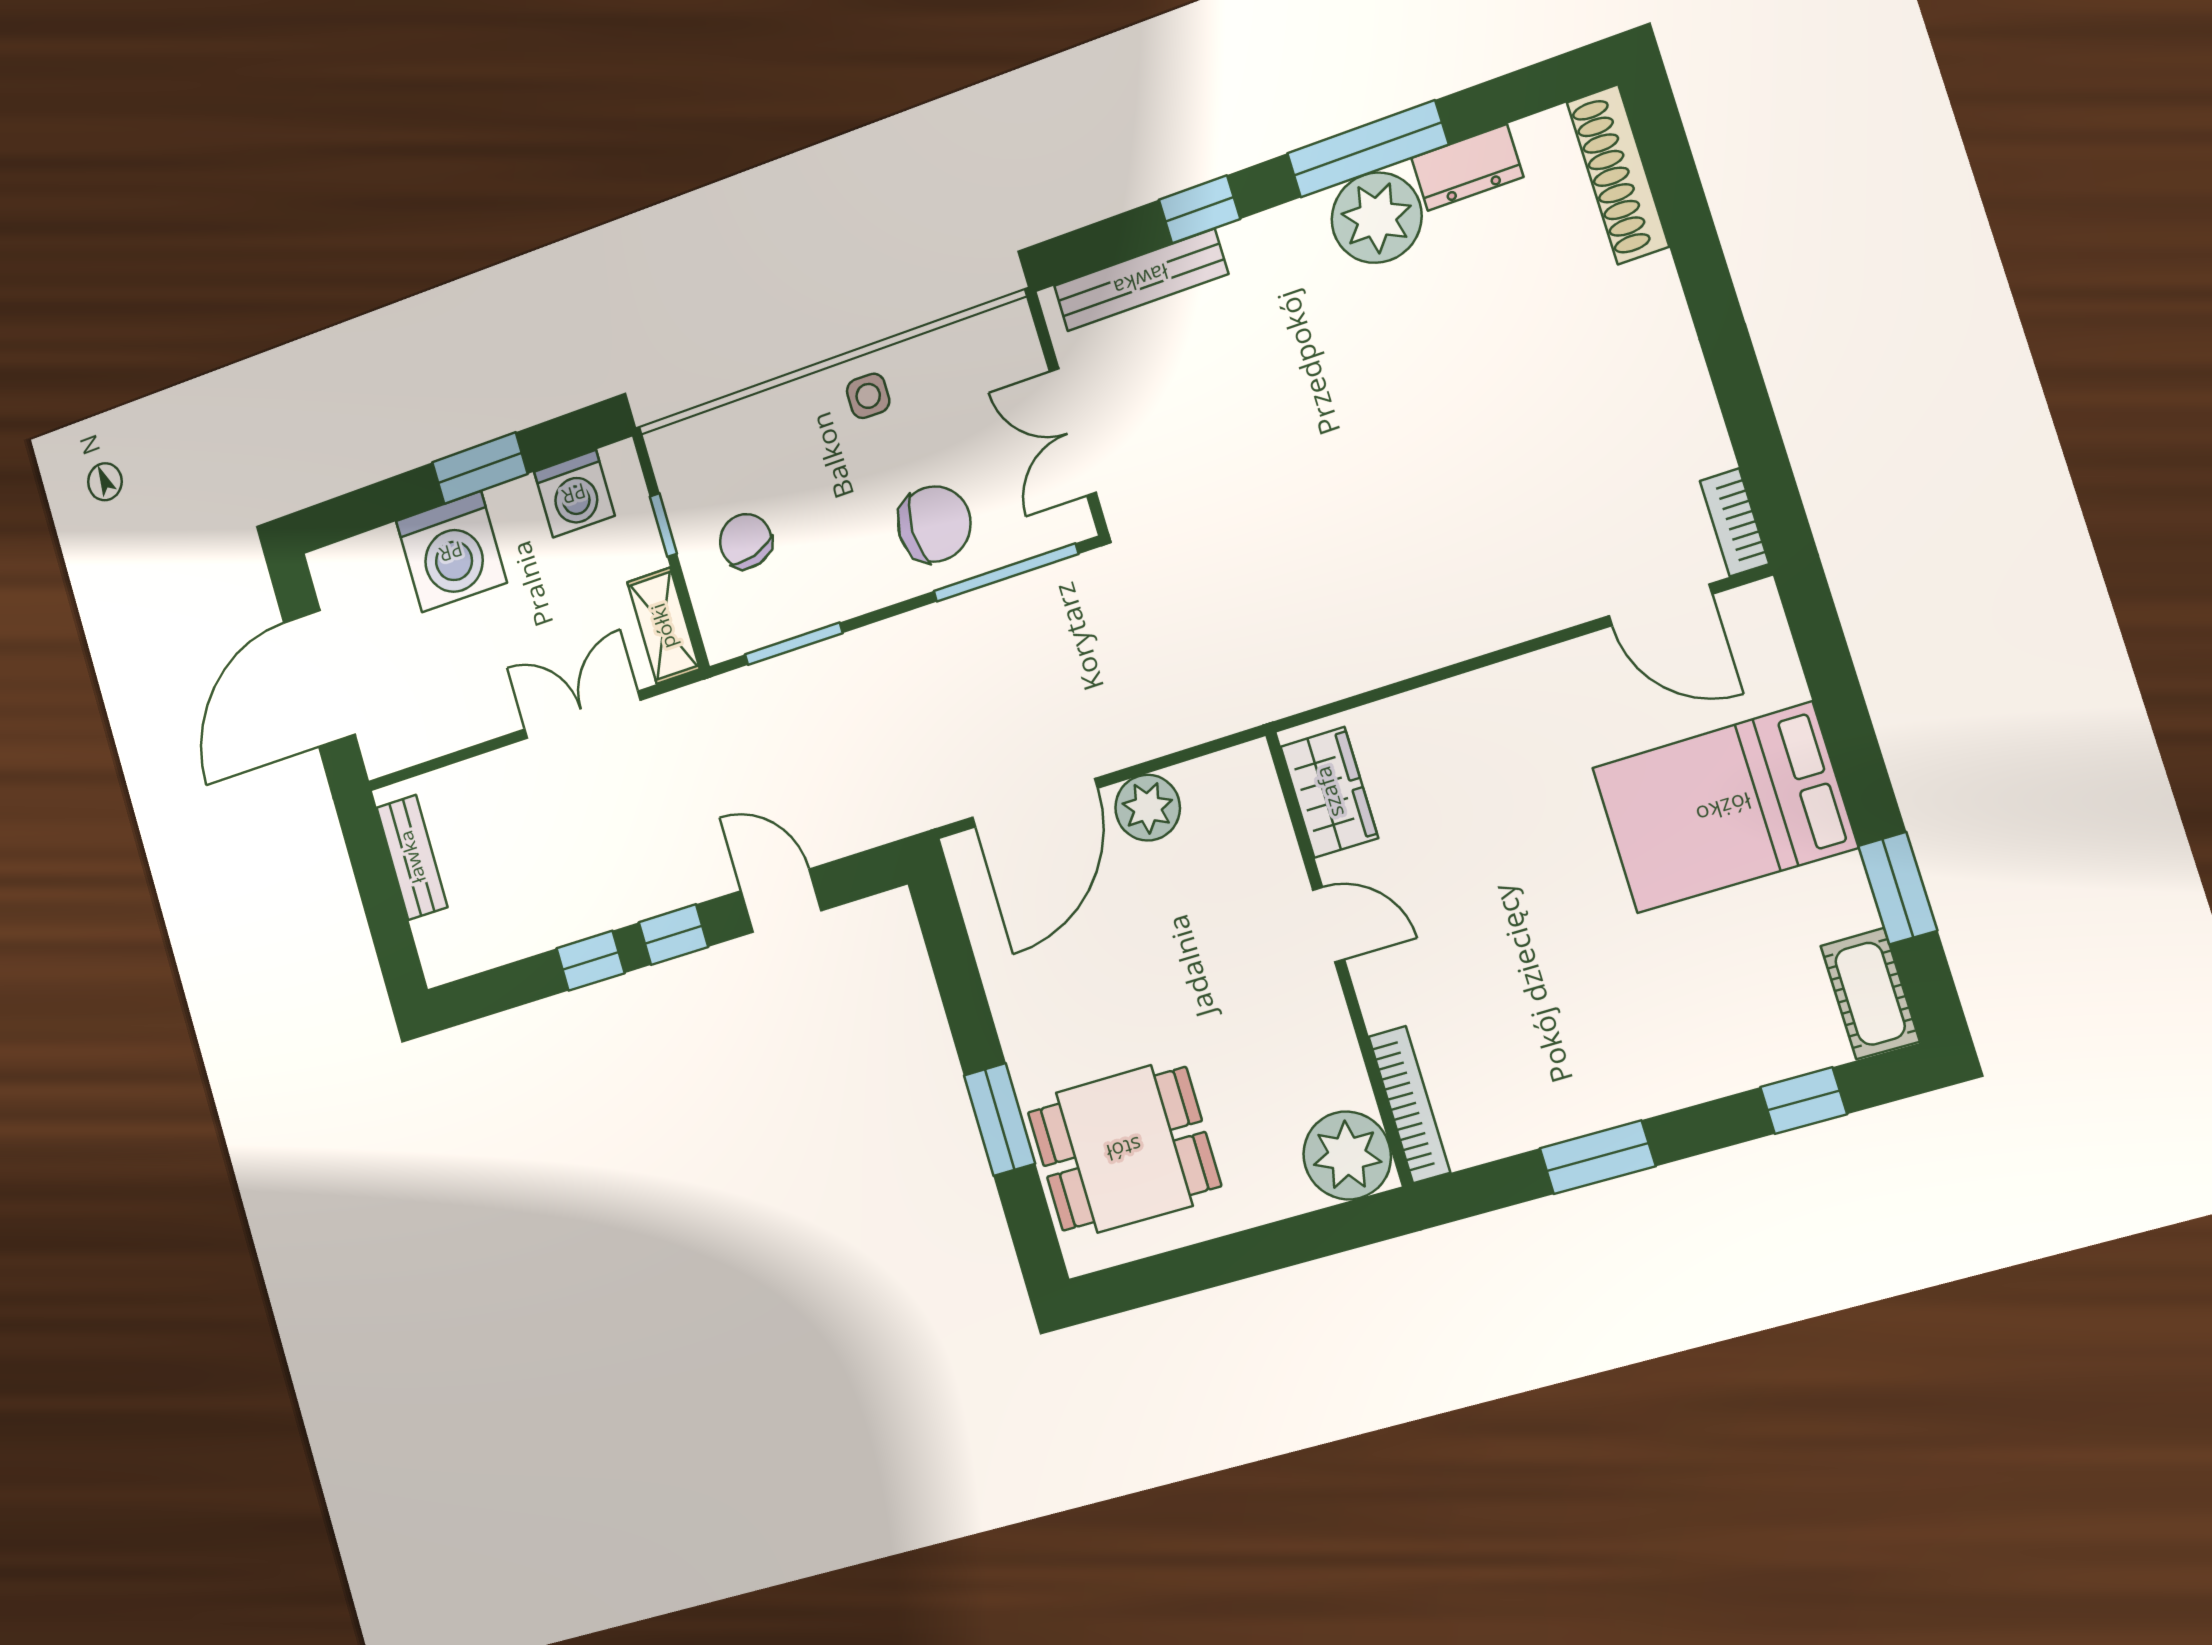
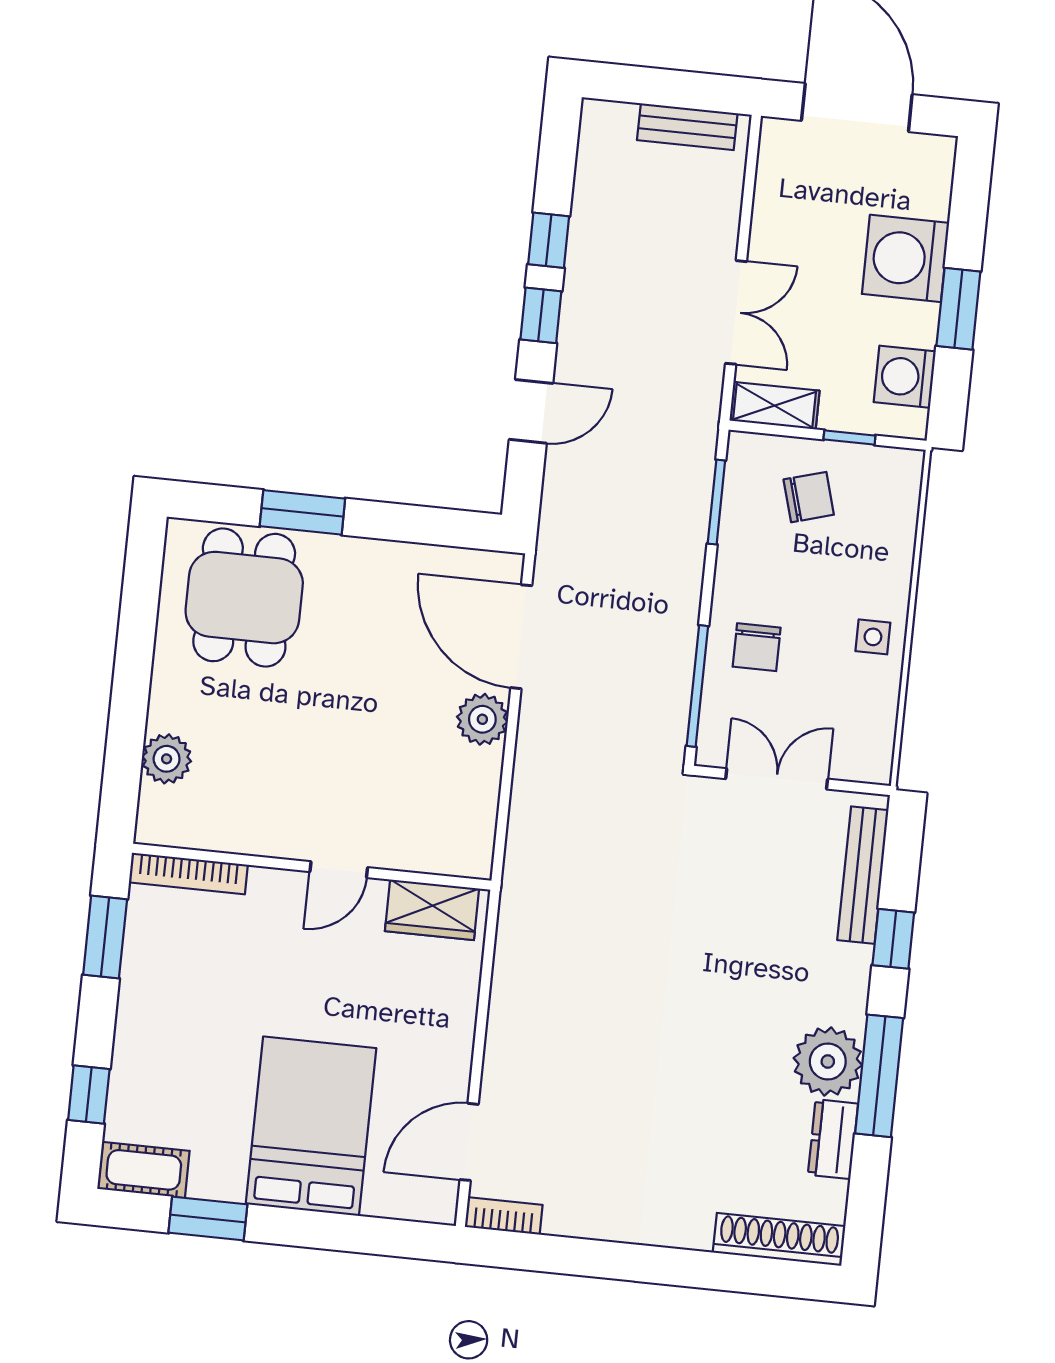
chair: (934, 524) -> (757, 647), width x0.73, depth x0.73
wardrobe: (1329, 792) -> (432, 910), moved
door: (1329, 925) -> (339, 870), moved
wall: (1339, 958) -> (312, 867), moved
bookcase: (1409, 1105) -> (188, 874), moved
plant: (1347, 1155) -> (167, 759), width x0.73, depth x0.73

